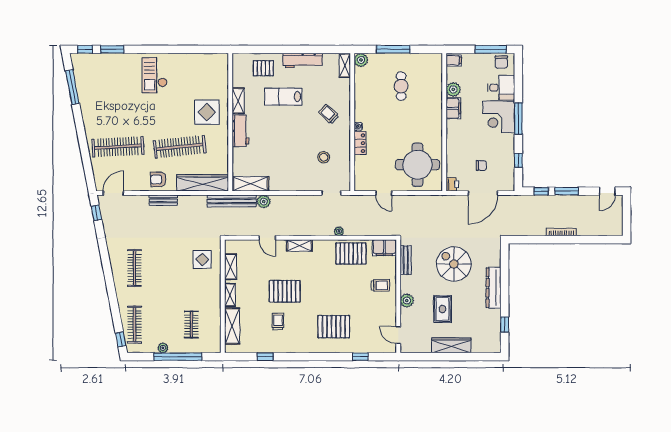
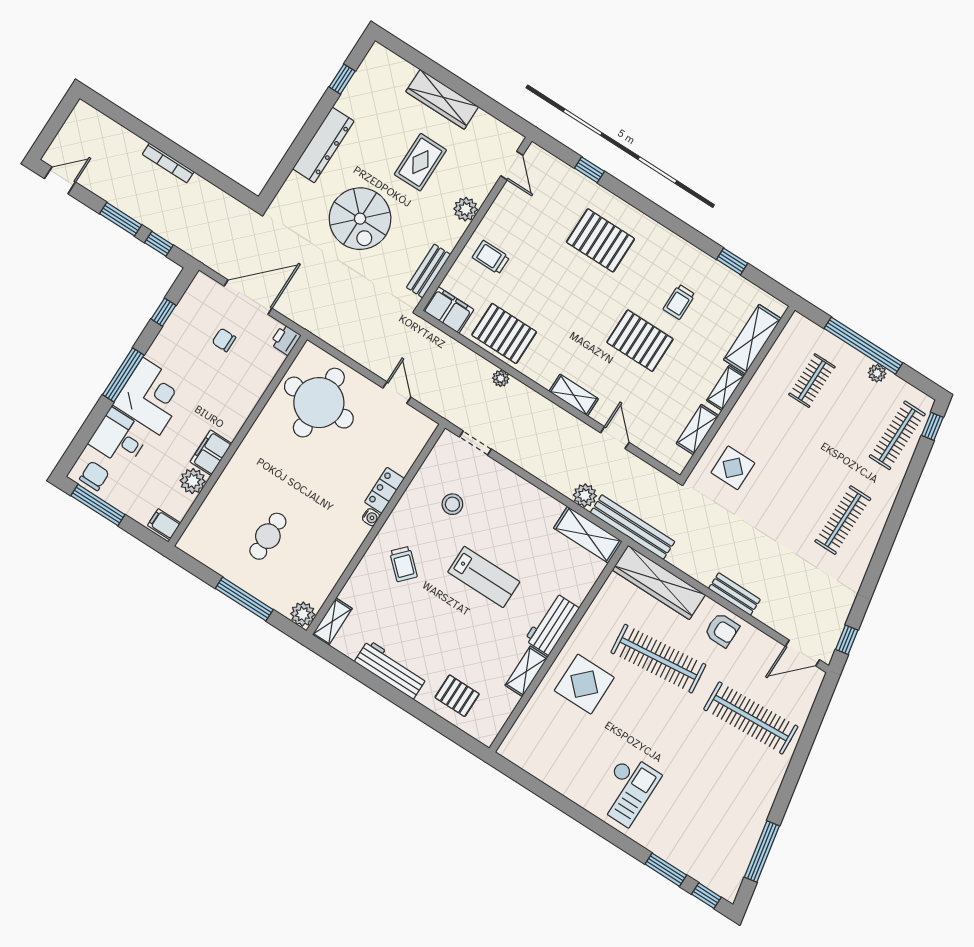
lab bench: (283, 97) -> (484, 577), moved

